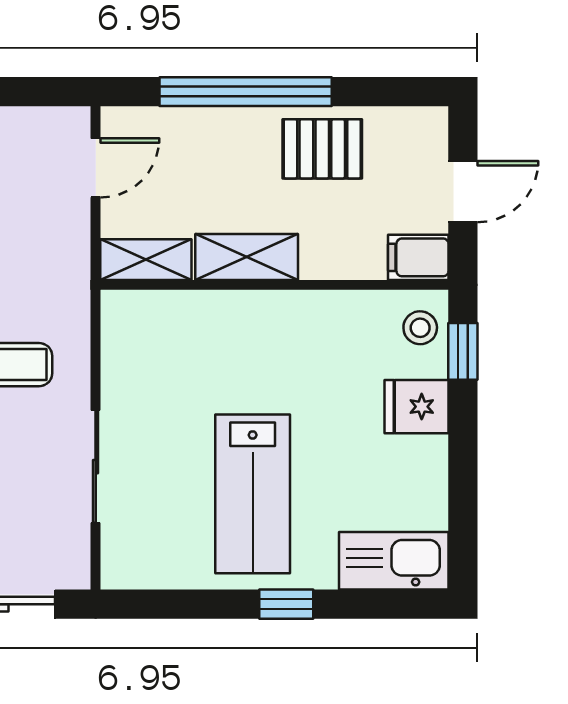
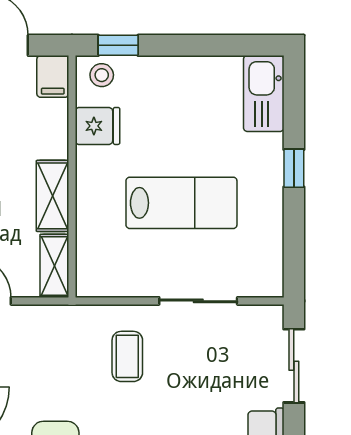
fridge: (417, 407) -> (97, 126), moved, turned -90
lab bench: (253, 494) -> (181, 203), moved

